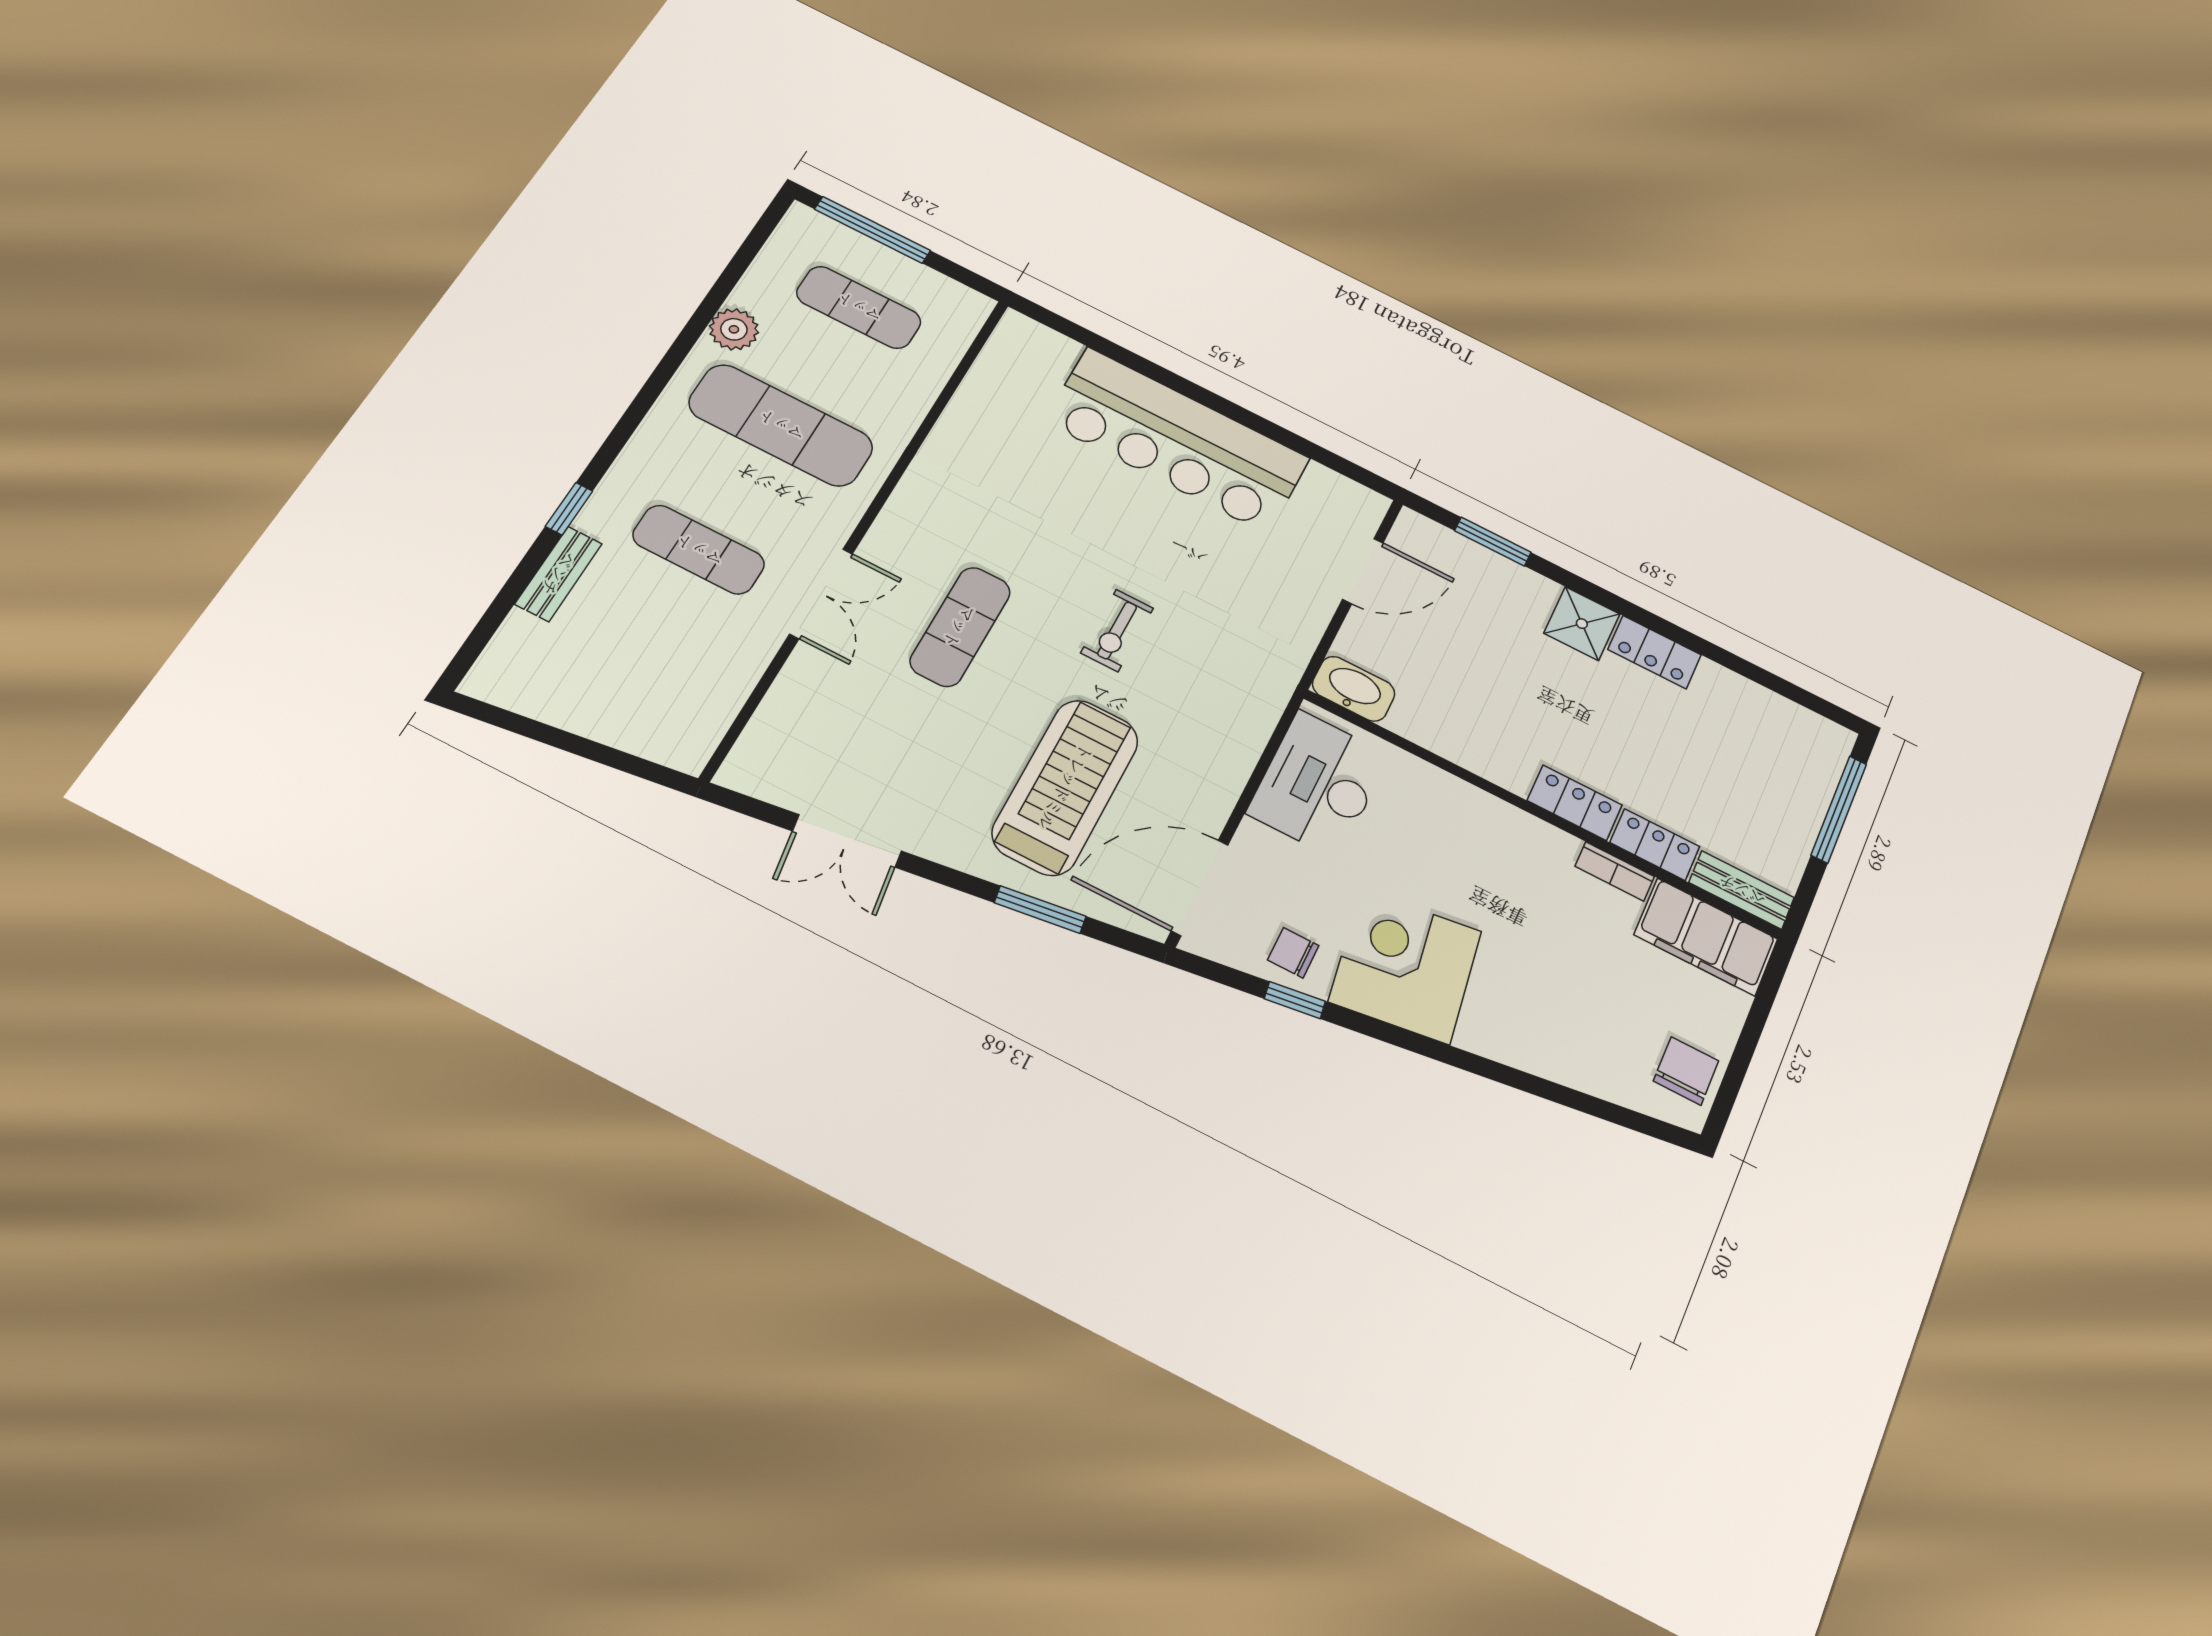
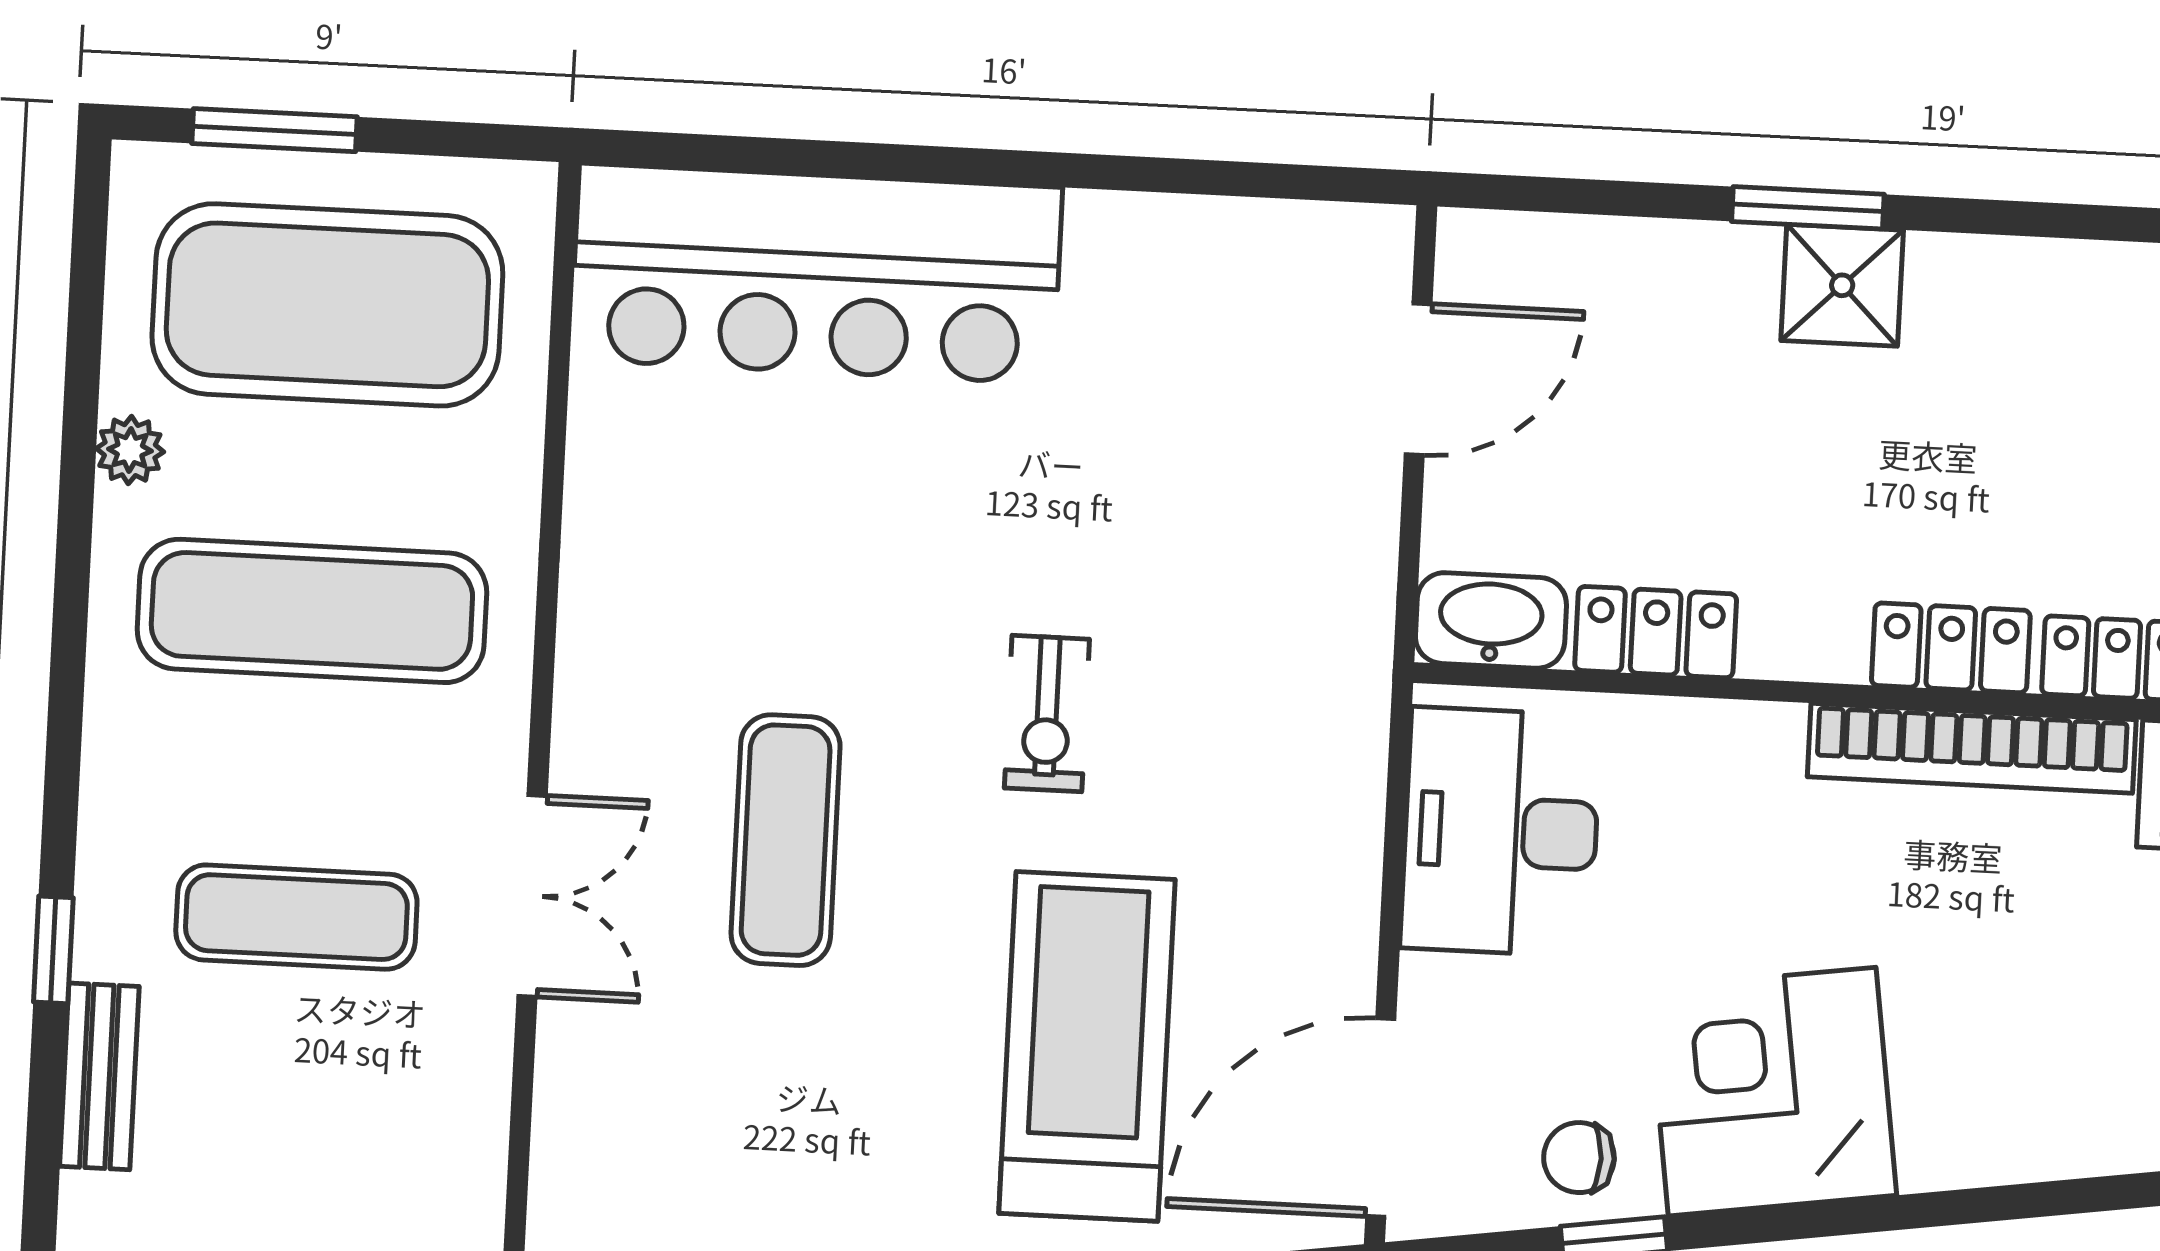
window: (873, 230) -> (275, 130), width x0.69
exercise mat: (859, 307) -> (327, 305), width x2.00, depth x1.45
plant: (734, 329) -> (130, 450), width x0.73, depth x0.73
bar counter: (1177, 440) -> (816, 274), moved
window: (1493, 542) -> (1808, 208), moved
locker: (1654, 652) -> (1656, 632), moved, turned 180
bookcase: (1615, 871) -> (1972, 748), width x2.31, depth x1.31

